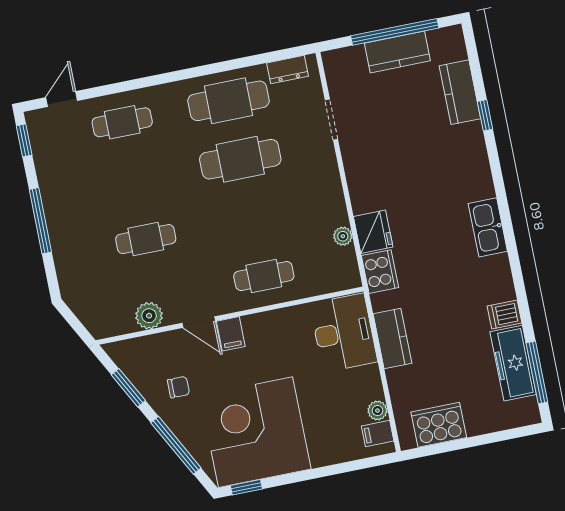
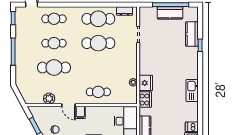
cafe table: (134, 181) -> (54, 43), added
cafe table: (146, 239) -> (54, 68), width x1.37, depth x1.35

